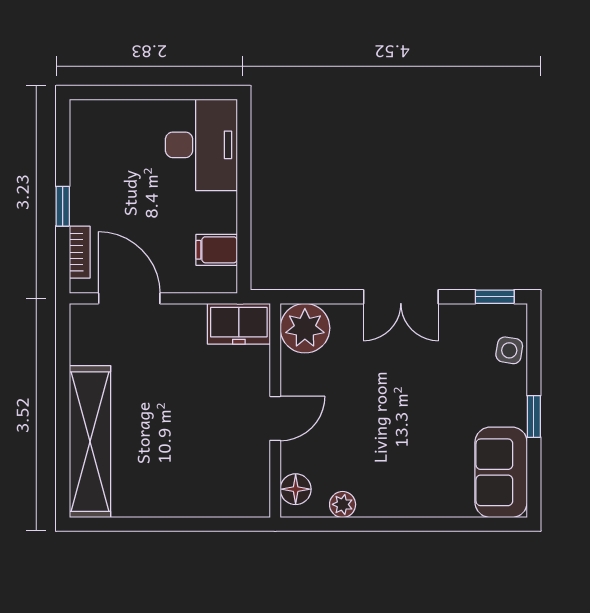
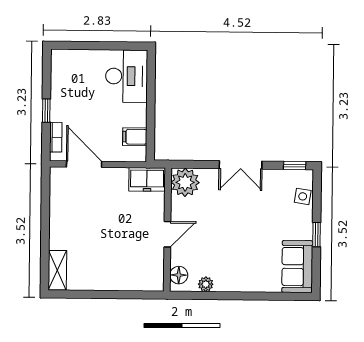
shelving: (90, 442) -> (57, 270), width x0.45, depth x0.75

